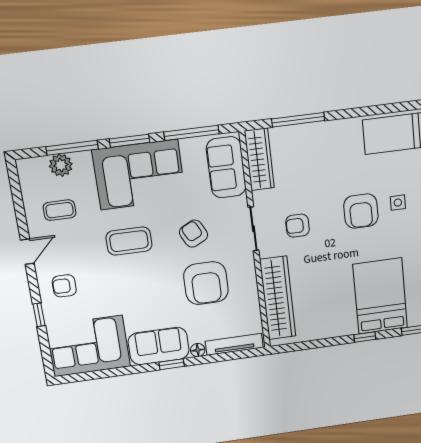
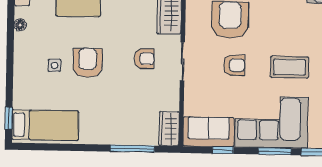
window: (191, 133) -> (223, 150), width x0.46
wardrobe: (259, 159) -> (169, 129), width x0.67
sofa: (226, 167) -> (209, 132), moved, turned -90
armchair: (193, 234) -> (234, 65), turned -63

